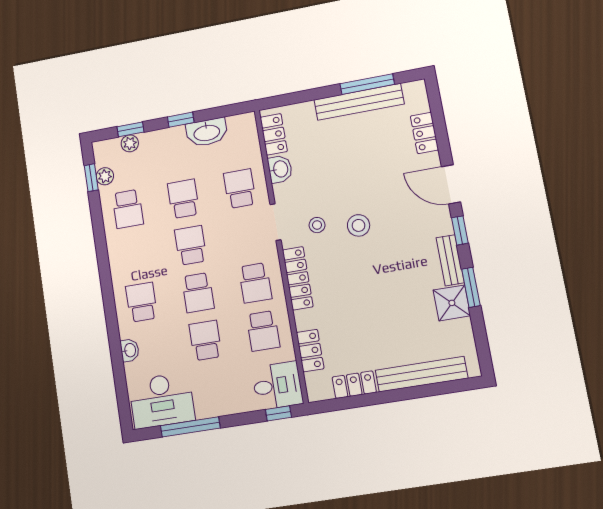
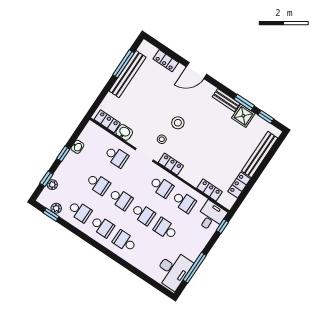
washbasin: (207, 132) -> (77, 147), width x0.52, depth x0.69
school desk: (240, 189) -> (116, 157), turned 180
school desk: (183, 199) -> (98, 184), turned 180
window: (460, 230) -> (266, 117), moved
school desk: (191, 245) -> (121, 199), turned 180
school desk: (135, 255) -> (102, 226), added
locker: (298, 278) -> (171, 164), width x0.66
washbasin: (130, 350) -> (140, 265), removed

